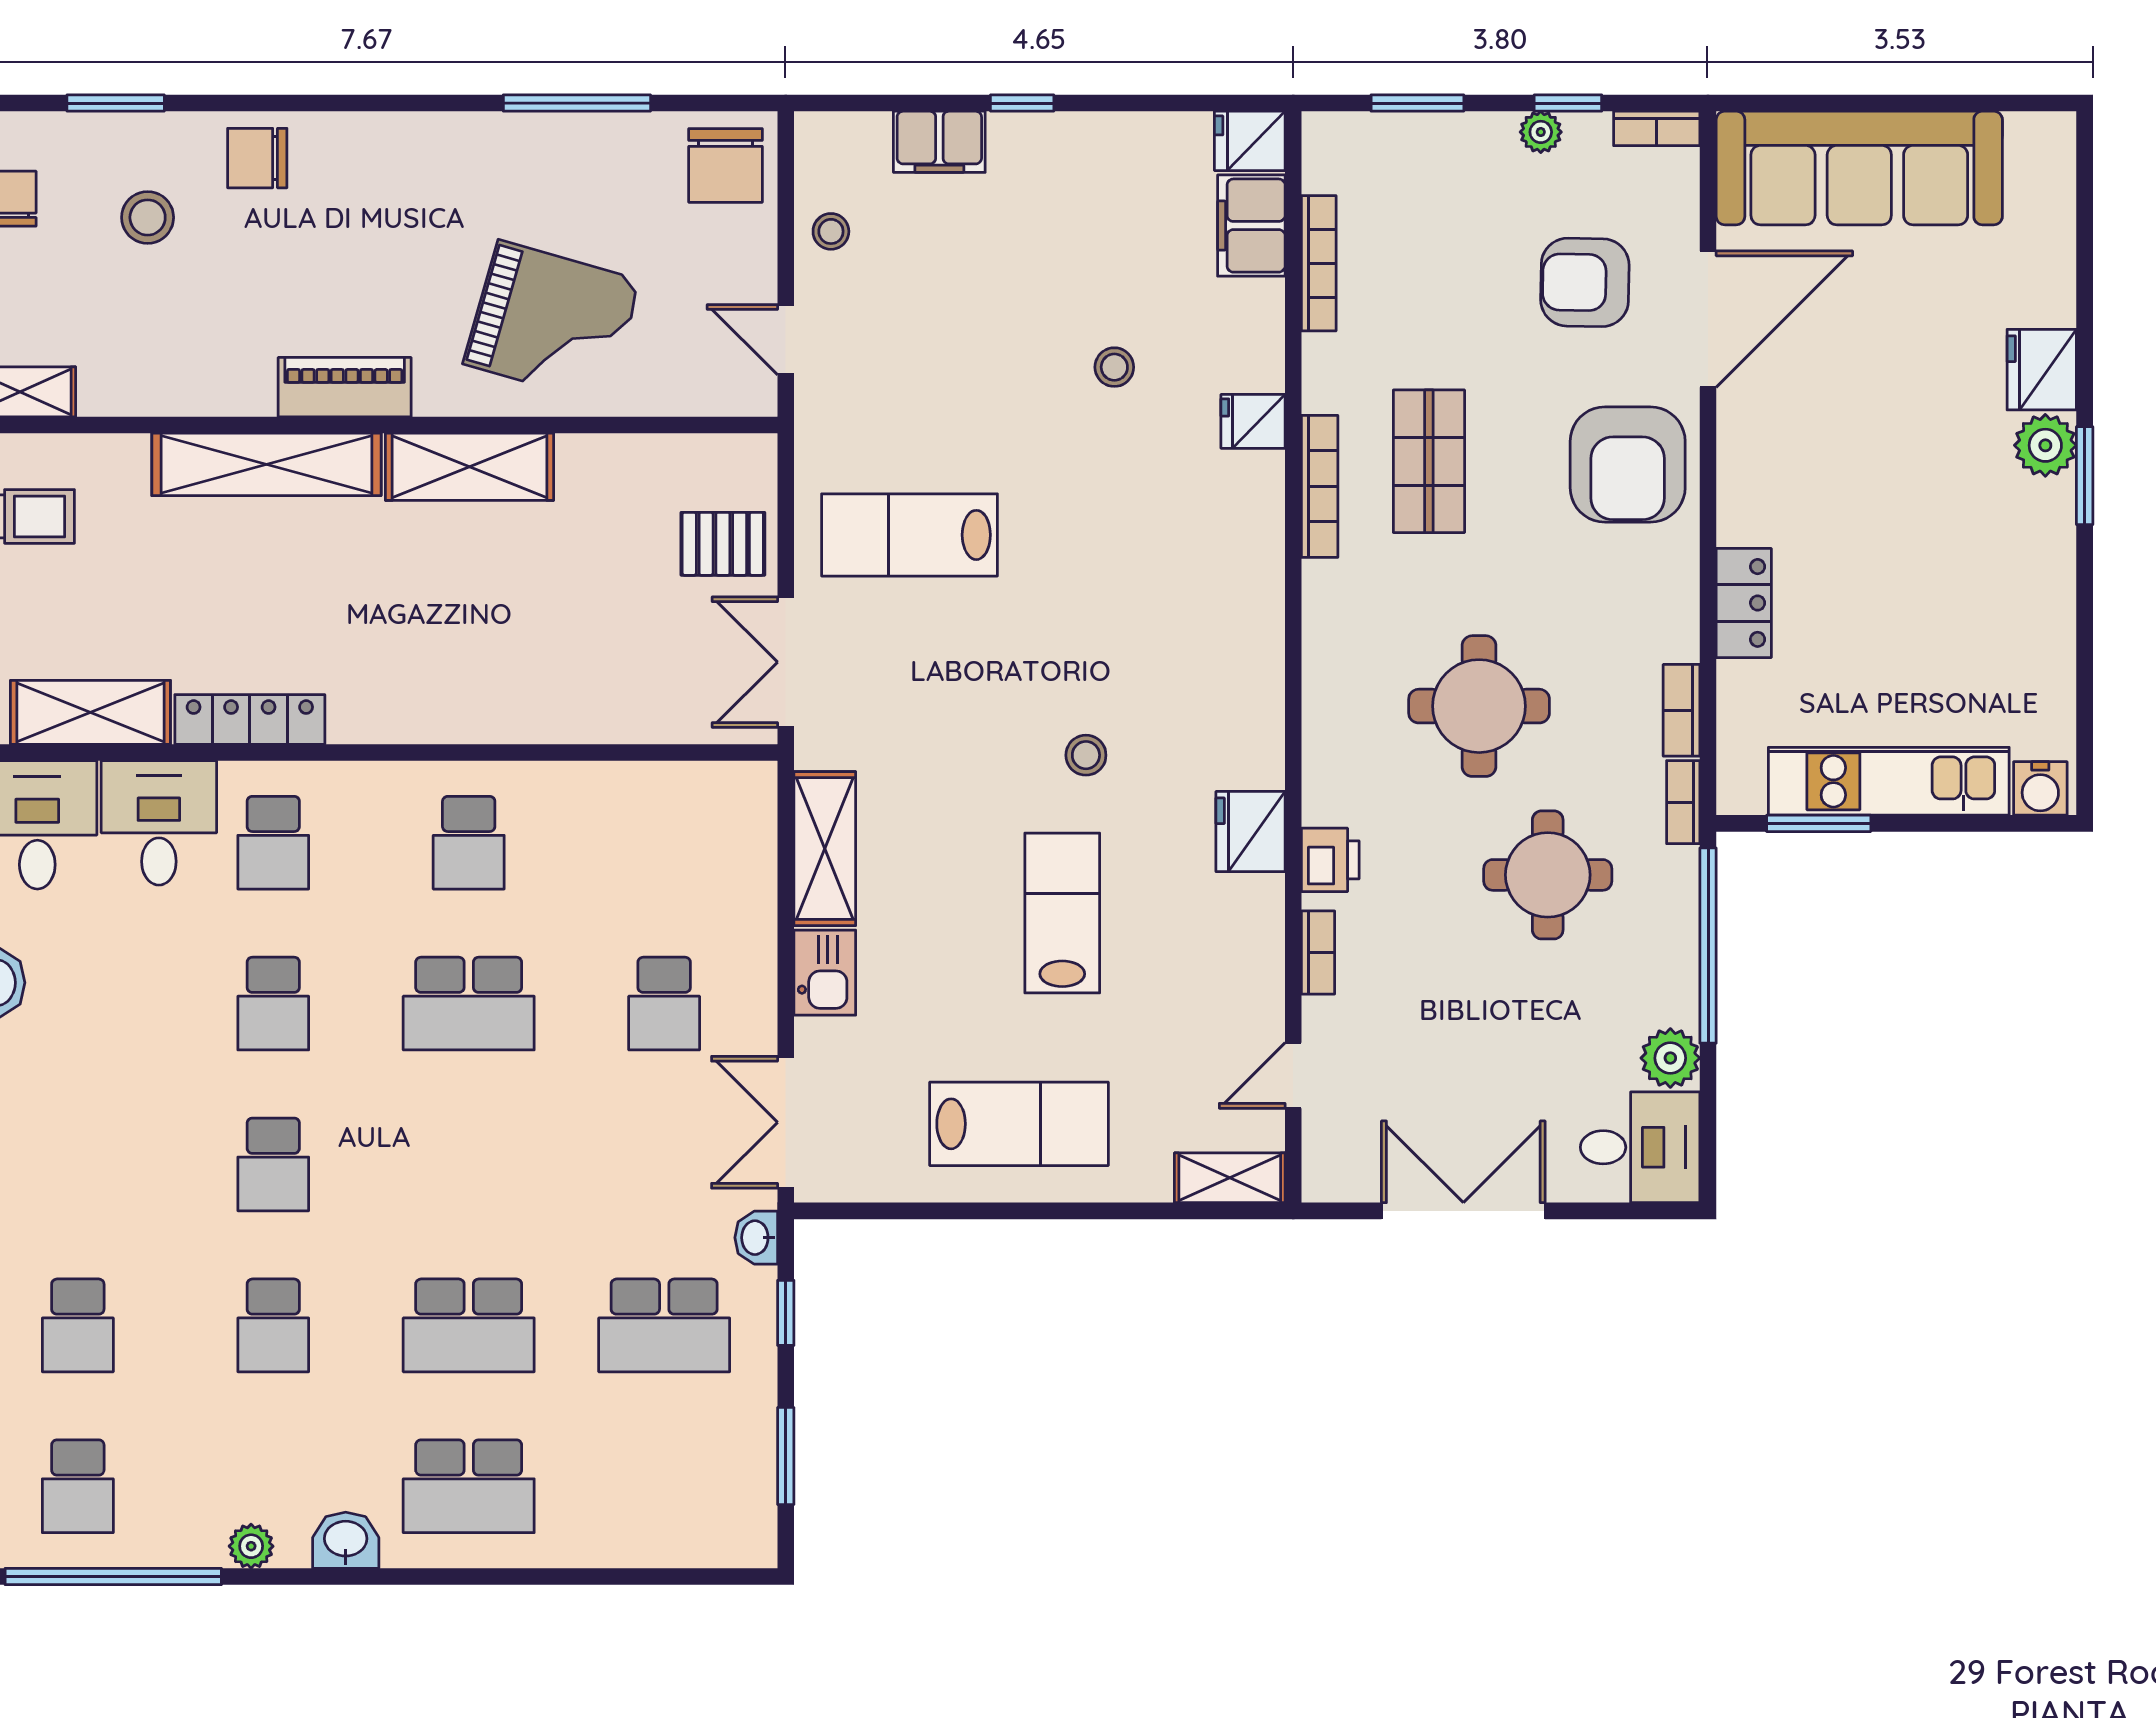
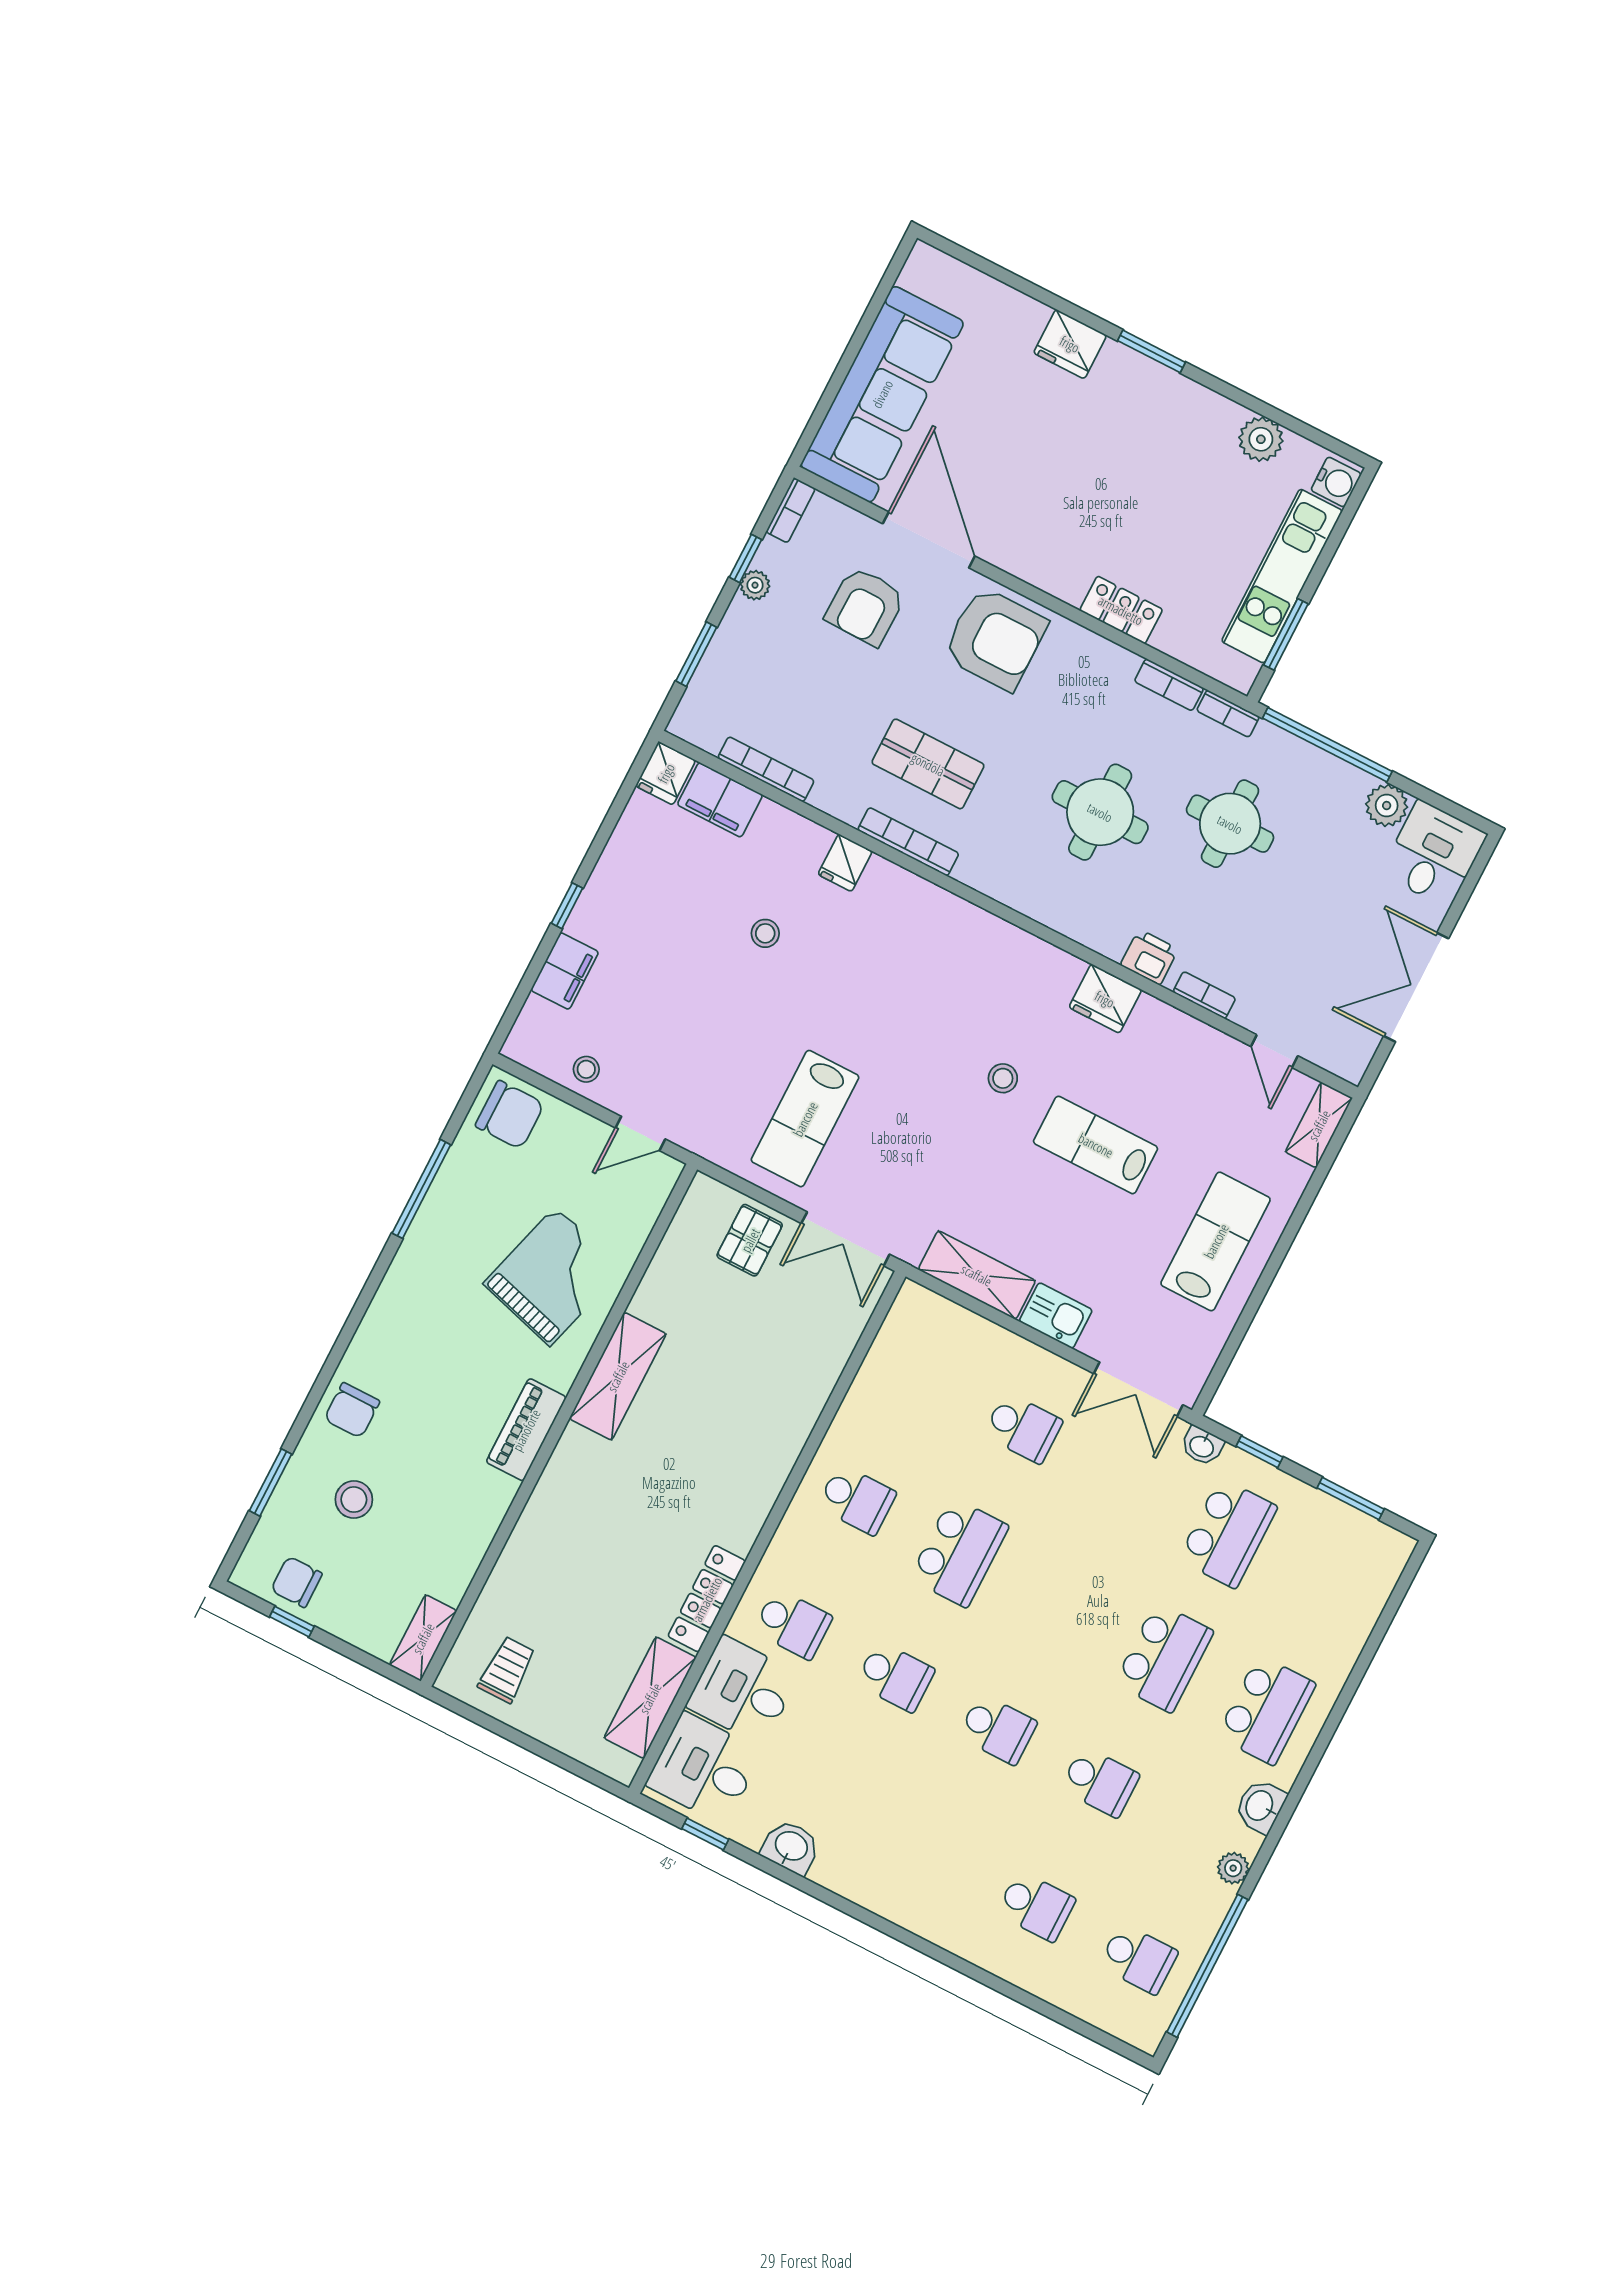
plant: (2045, 445) -> (1261, 439), moved
shelving: (266, 464) -> (550, 1505), removed

